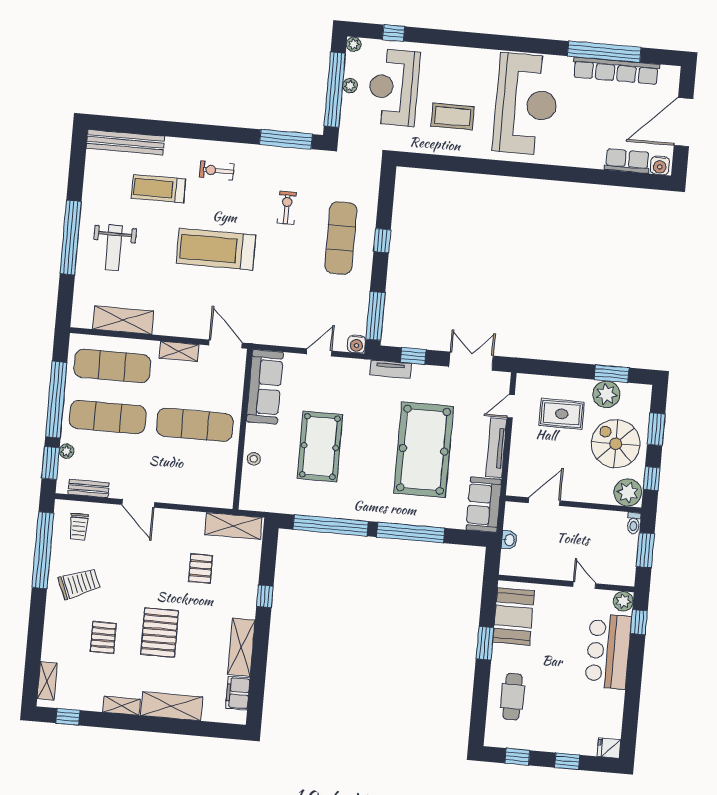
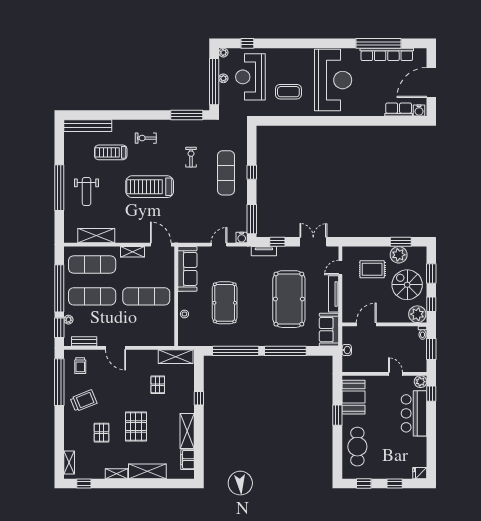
cafe table: (513, 697) -> (357, 447), width x1.37, depth x1.35

